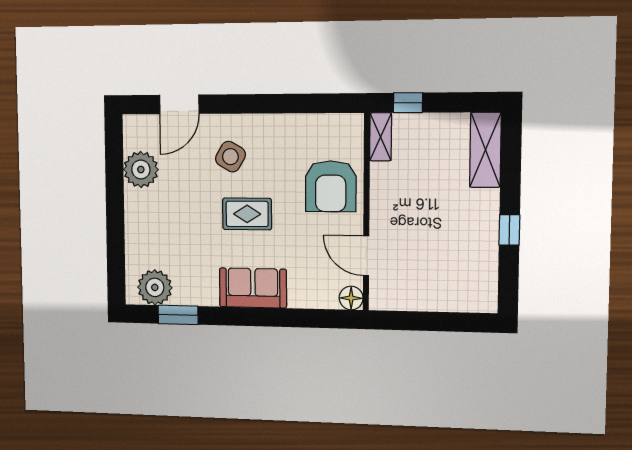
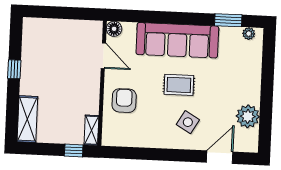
armchair: (331, 186) -> (124, 101), width x0.73, depth x0.73
plant: (155, 287) -> (249, 34), width x0.53, depth x0.53
sofa: (253, 288) -> (177, 40), width x1.85, depth x1.27

